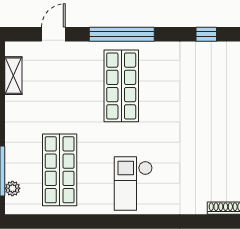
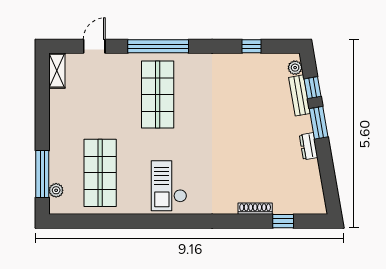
window: (206, 34) -> (251, 46), moved
shelving: (13, 76) -> (57, 71), moved

